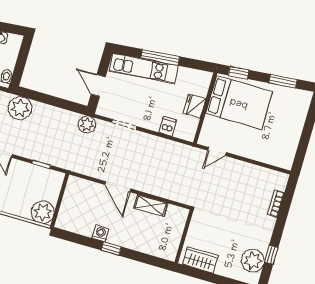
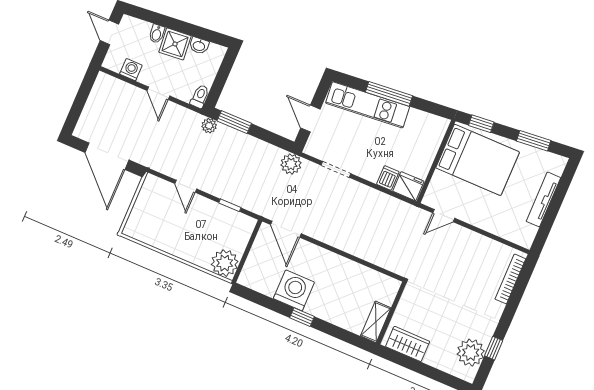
window: (36, 96) -> (234, 122), added
fridge: (195, 106) -> (408, 186), moved, turned 90
plant: (20, 108) -> (209, 126), width x0.53, depth x0.53
tv unit: (297, 128) -> (543, 199), added
door: (118, 187) -> (286, 229), moved
bookcase: (276, 204) -> (510, 279), width x1.56
shelving: (151, 206) -> (376, 322), moved, turned 90
washing machine: (100, 233) -> (294, 290), width x1.89, depth x1.89

